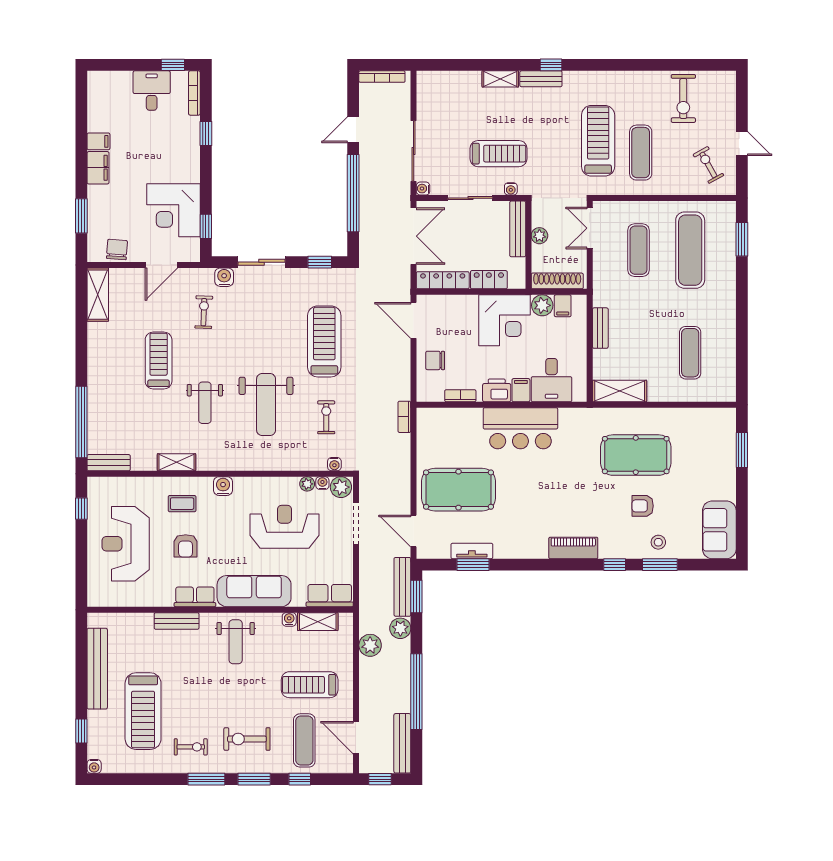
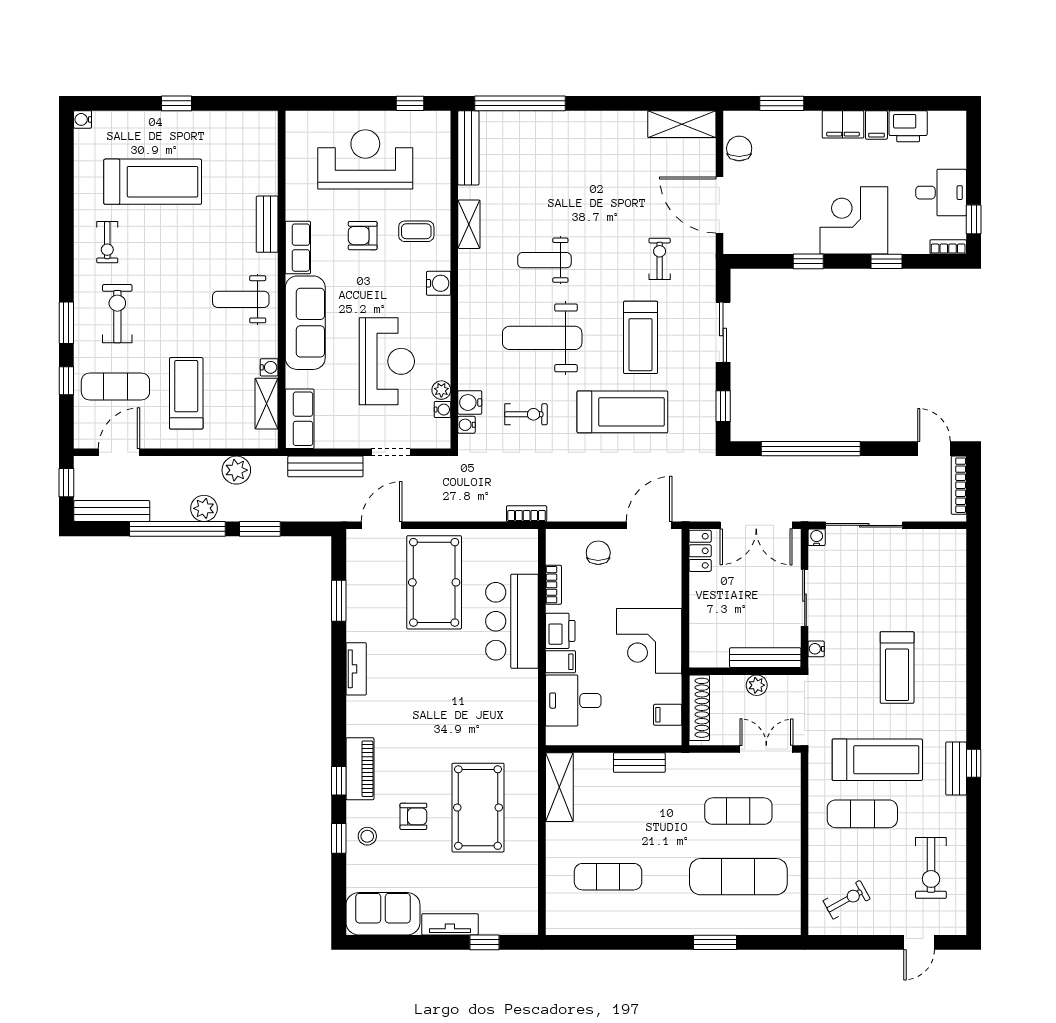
window: (551, 65) -> (974, 763), moved
shelving: (500, 79) -> (956, 635), removed
bench: (541, 79) -> (956, 768), moved
bookcase: (194, 93) -> (948, 247), width x0.64
exercise bike: (683, 99) -> (931, 868), turned -90
printer: (99, 117) -> (908, 126), added
door: (353, 130) -> (934, 449), moved
door: (742, 144) -> (919, 942), moved
treadmill: (498, 154) -> (897, 668), moved
corner desk: (173, 210) -> (854, 220), moved
window: (206, 226) -> (808, 261), moved
window: (742, 239) -> (715, 942), moved
chair: (117, 249) -> (739, 148), turned -94
door: (161, 265) -> (719, 205), width x1.36
water cooler: (224, 277) -> (470, 402), moved, turned 180
locker: (443, 280) -> (700, 551), width x0.66
locker: (489, 280) -> (701, 621), removed
plant: (542, 305) -> (668, 689), removed
exercise bike: (204, 312) -> (660, 259), turned -92
treadmill: (159, 360) -> (641, 337), moved, turned 90
bar counter: (520, 428) -> (512, 621), moved
window: (742, 450) -> (484, 942), width x0.67
bench: (109, 463) -> (468, 148), width x1.36
tv unit: (728, 477) -> (450, 924), added
plant: (341, 487) -> (437, 433), removed
coffee table: (182, 504) -> (416, 231), turned 90
armchair: (643, 506) -> (413, 816), turned 90
doorway: (356, 524) -> (391, 452), width x0.73
piano: (573, 548) -> (360, 769), moved
tv unit: (472, 551) -> (356, 669), moved
window: (660, 565) -> (339, 838), width x0.67
bench: (402, 587) -> (325, 466), moved
window: (416, 596) -> (260, 529), moved
plant: (400, 628) -> (204, 508), moved
bench: (97, 669) -> (207, 123), removed
treadmill: (143, 711) -> (153, 182), turned 180
window: (81, 731) -> (177, 103), moved
window: (206, 779) -> (66, 262), removed

